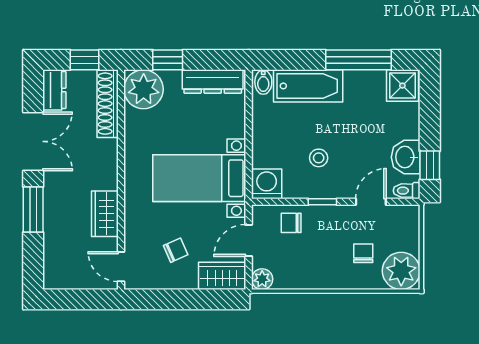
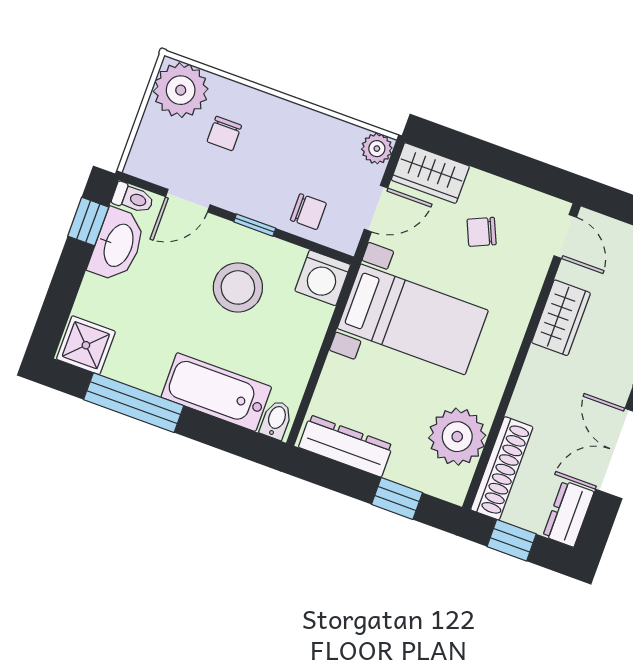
plant: (144, 89) -> (457, 437), moved
washbasin: (406, 157) -> (117, 245), width x1.38
stool: (319, 158) -> (238, 287), width x1.89, depth x1.89

